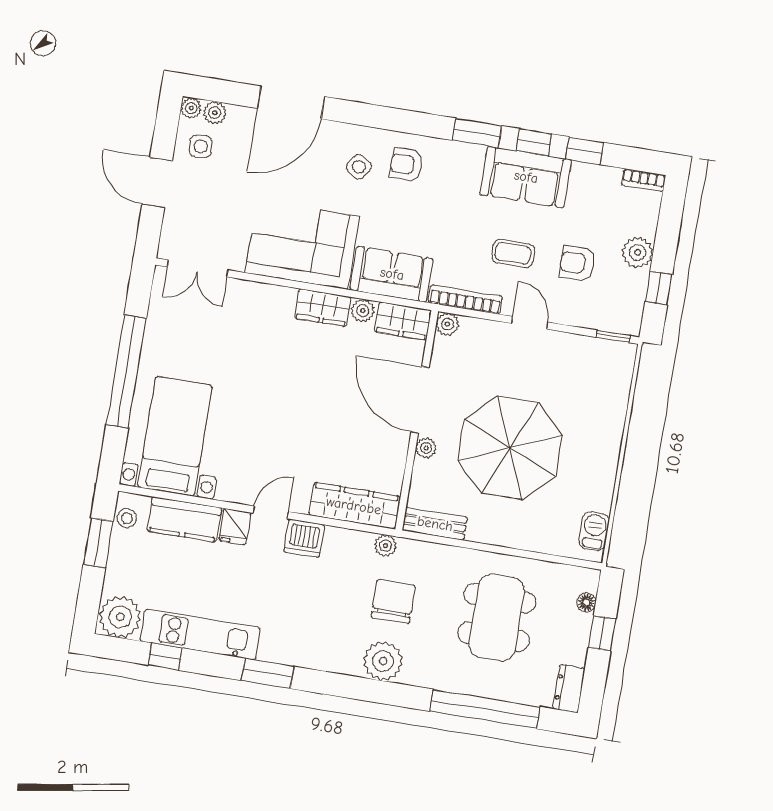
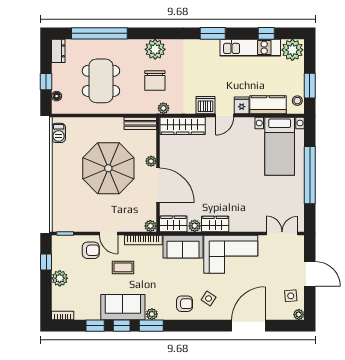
plant: (215, 113) -> (152, 314), moved
armchair: (578, 263) -> (91, 250), moved

